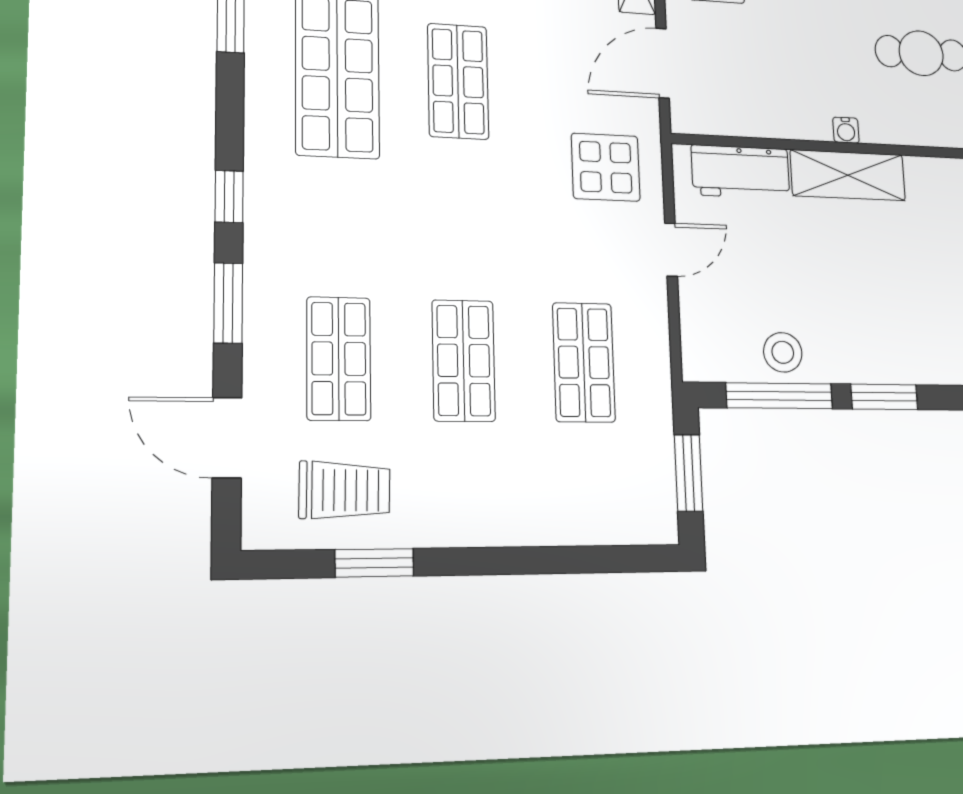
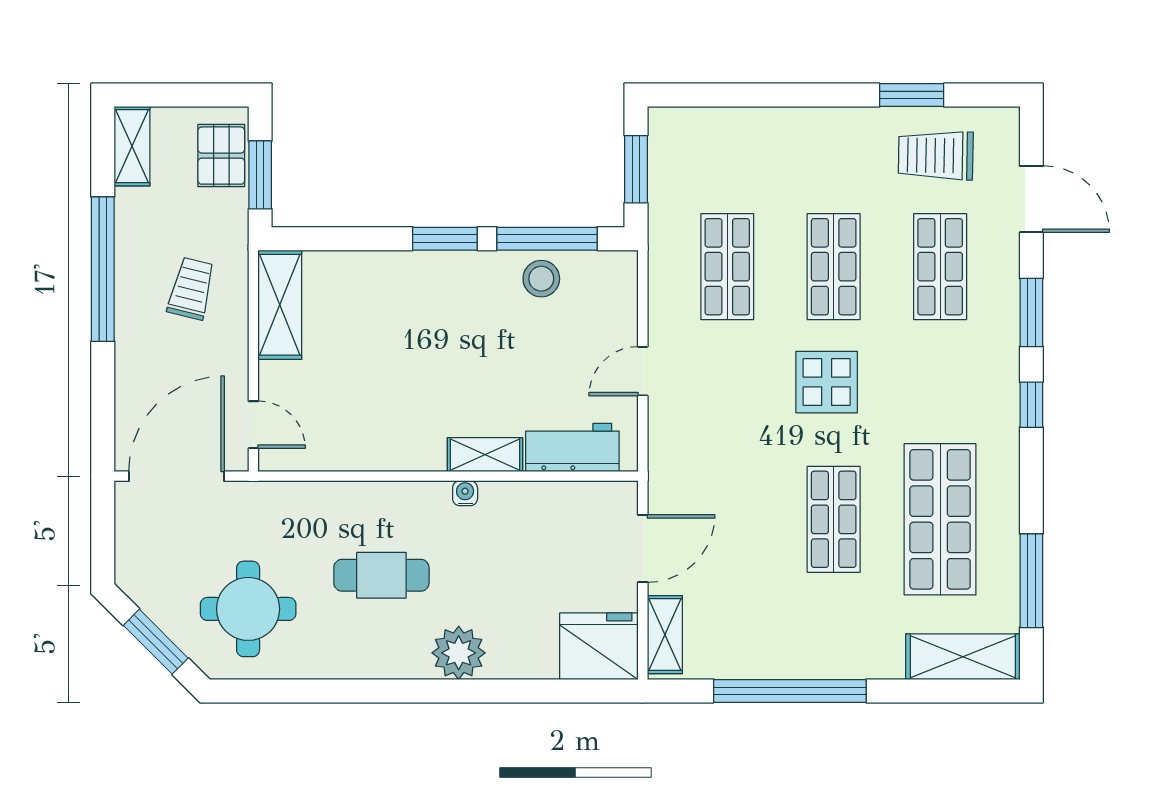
display table: (606, 167) -> (827, 382), moved
shelving: (848, 175) -> (485, 455), width x0.67, depth x0.75

